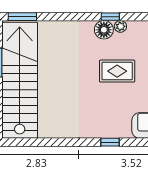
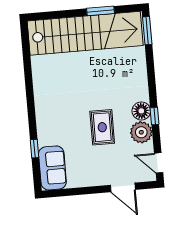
plant: (120, 26) -> (141, 132), width x1.88, depth x1.88
window: (110, 142) -> (34, 149), moved

